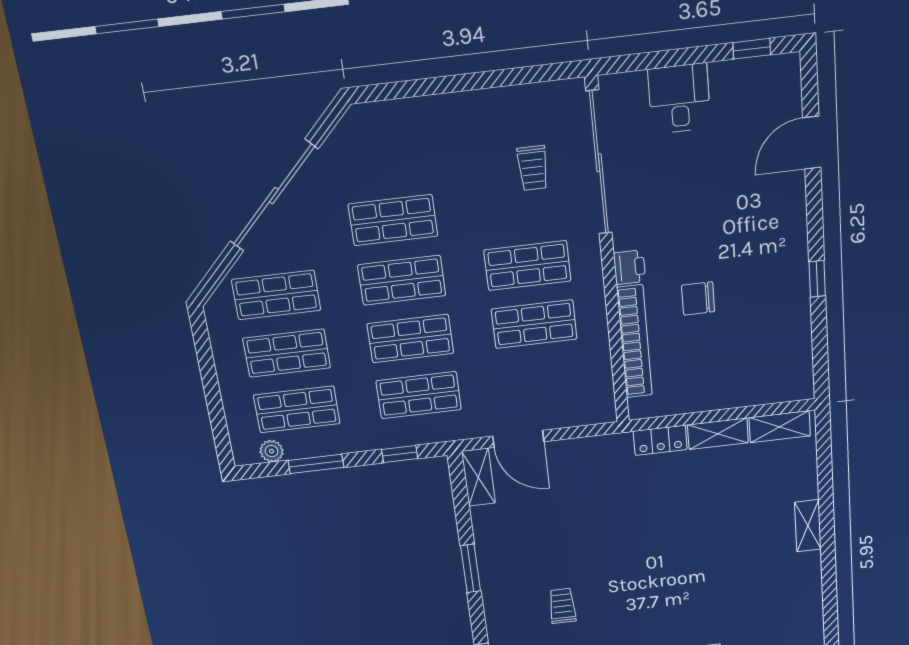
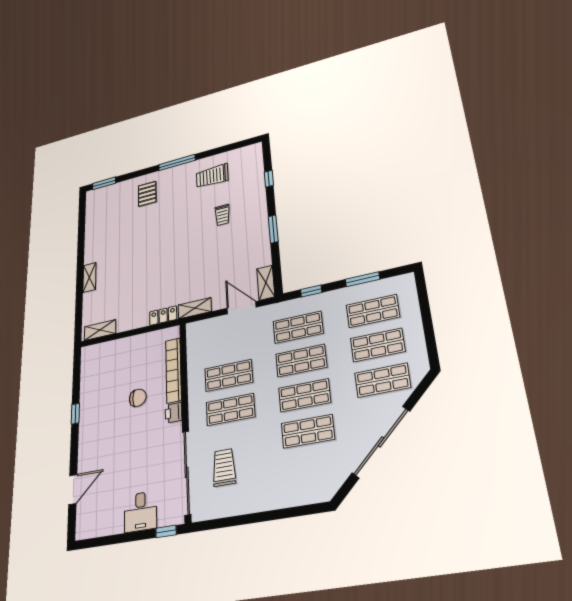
window: (752, 49) -> (166, 531), moved
trolley: (533, 168) -> (224, 467), width x1.36, depth x1.39
shelving: (718, 434) -> (195, 308), moved
plant: (272, 451) -> (390, 284), removed

